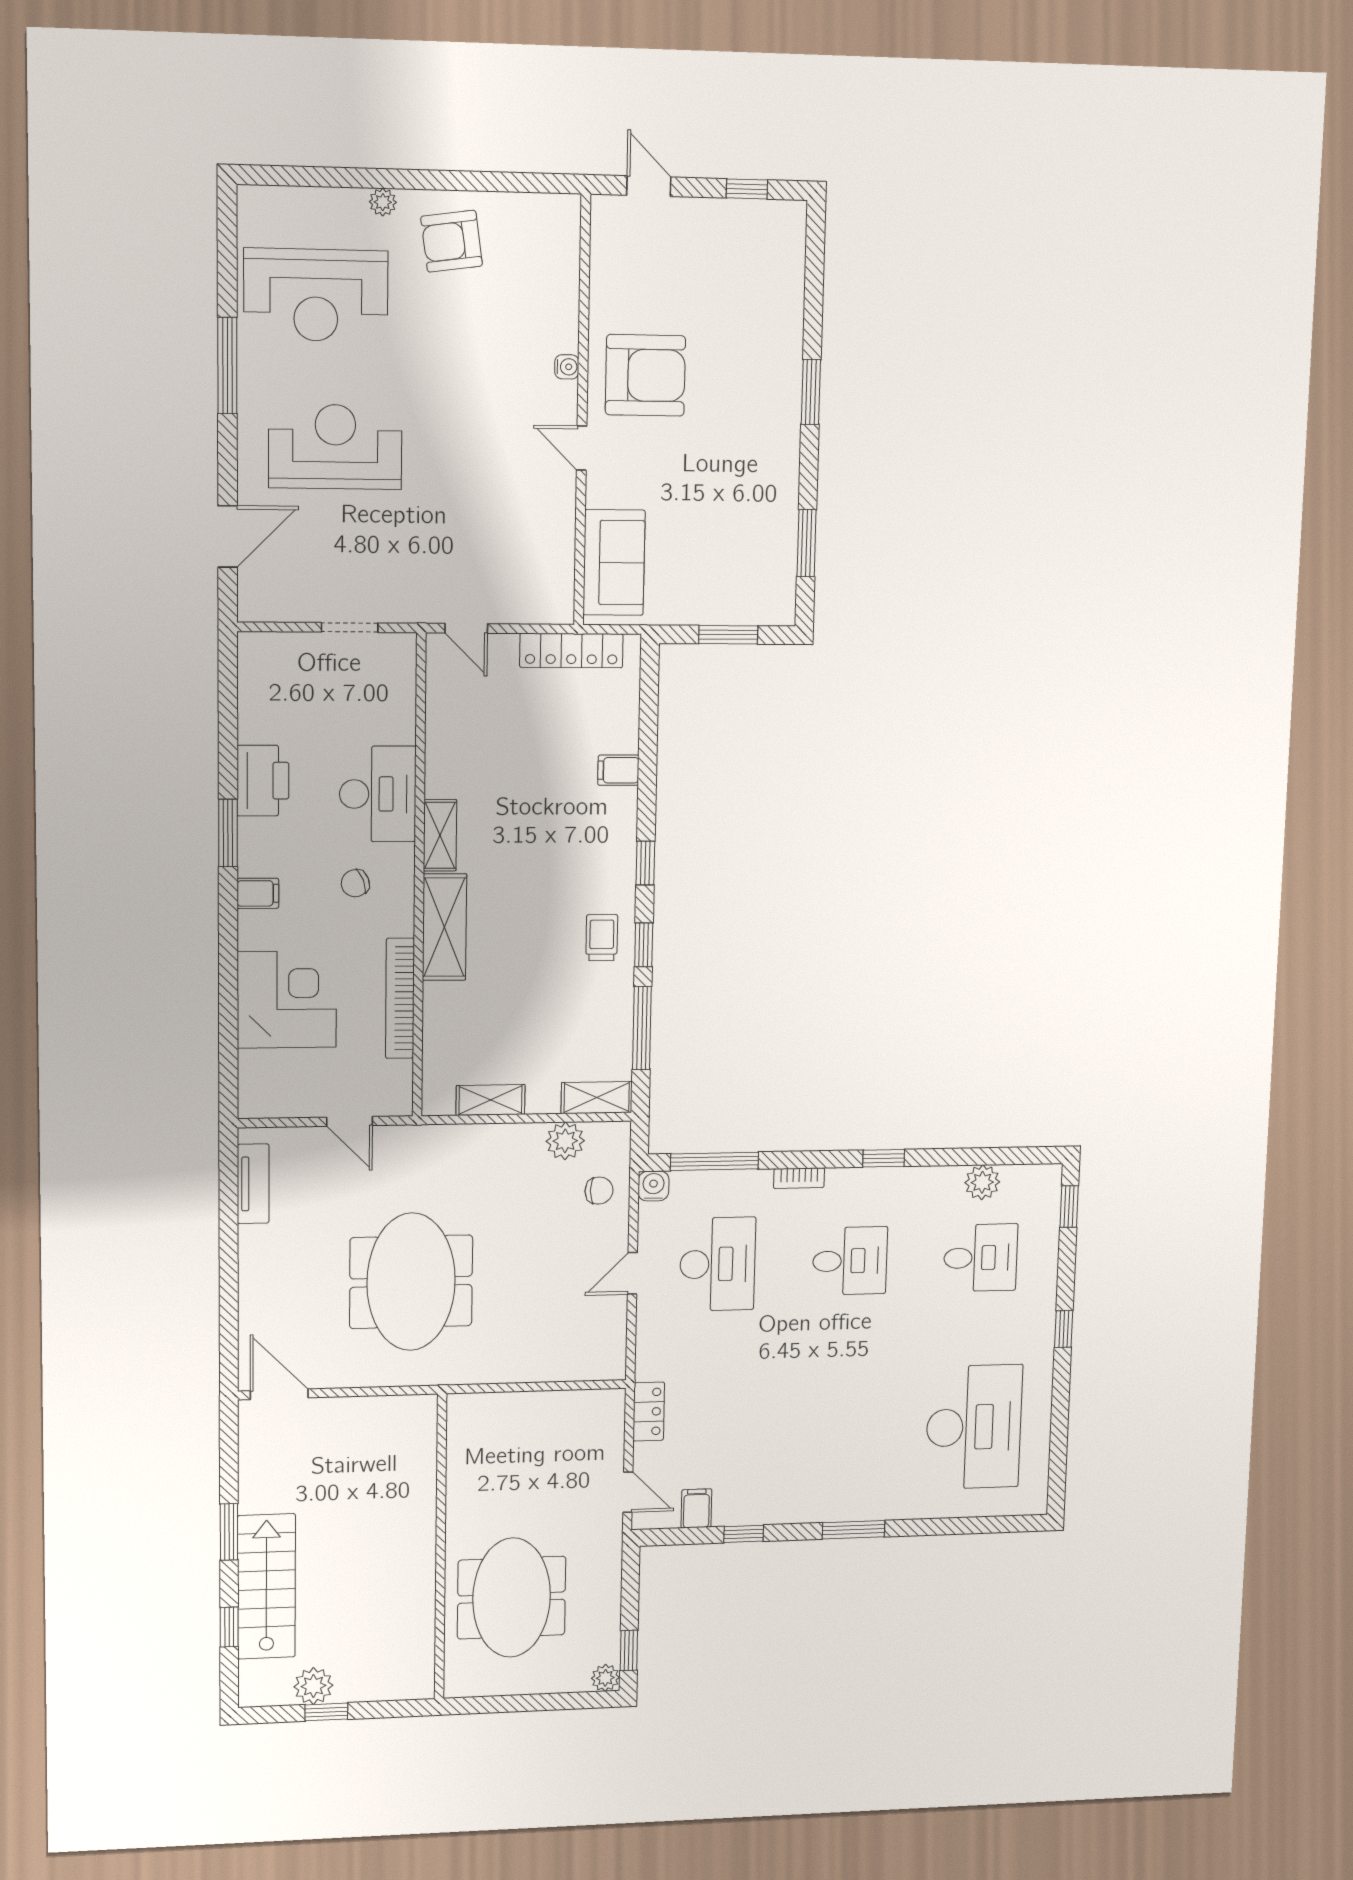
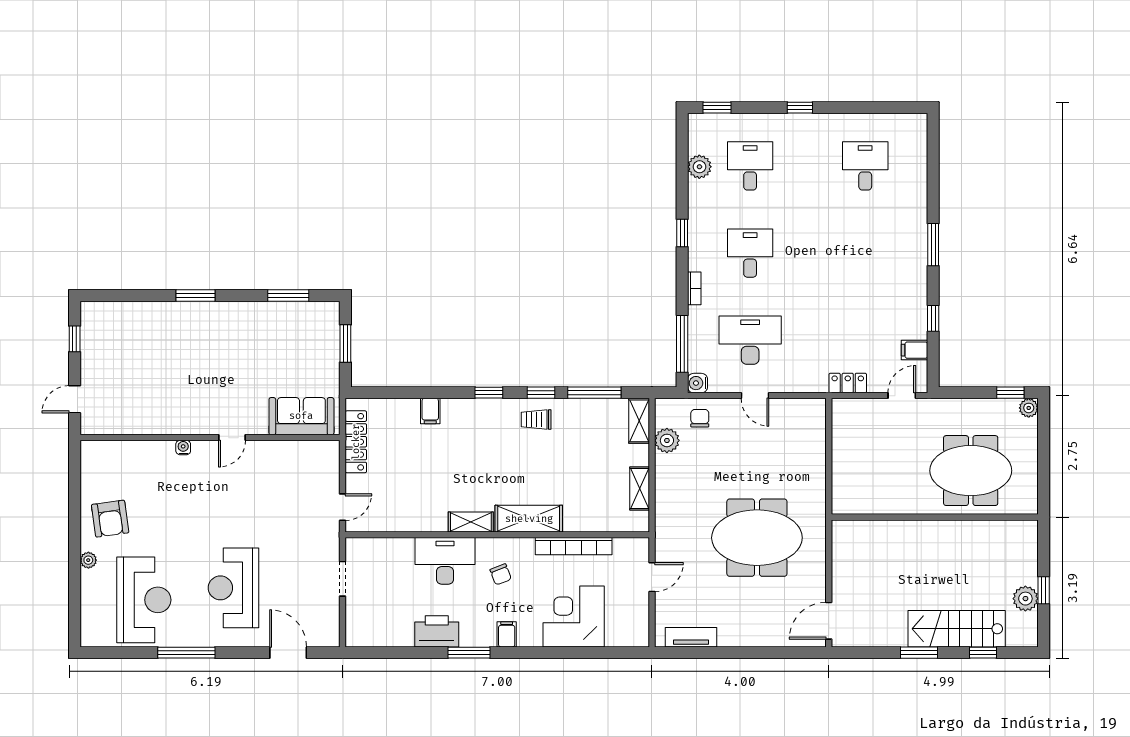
armchair: (645, 375) -> (187, 399), removed
desk: (974, 1427) -> (865, 166), width x0.53, depth x0.77

